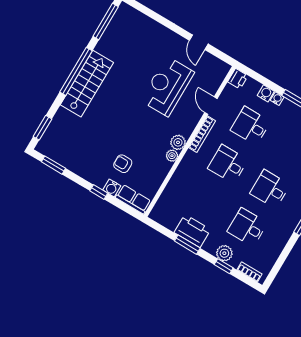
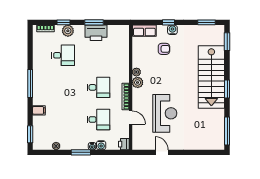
window: (76, 71) -> (227, 89), width x0.47
stairs: (87, 84) -> (211, 77), width x1.36, depth x1.51
water cooler: (112, 188) -> (172, 30), moved
desk: (270, 189) -> (63, 87), removed

